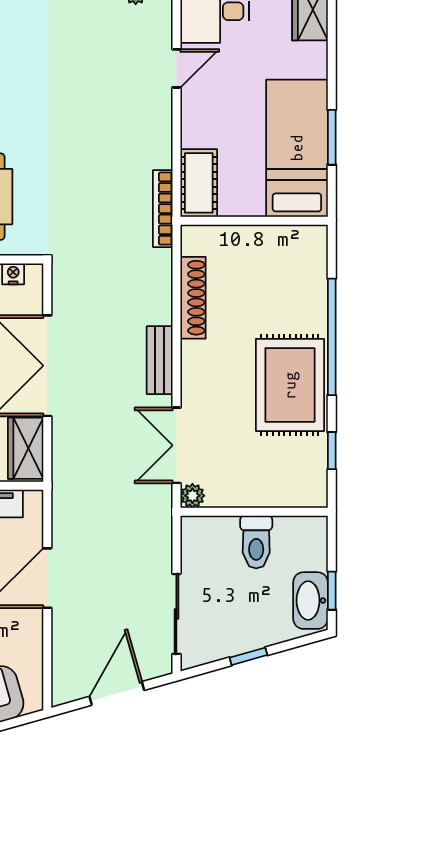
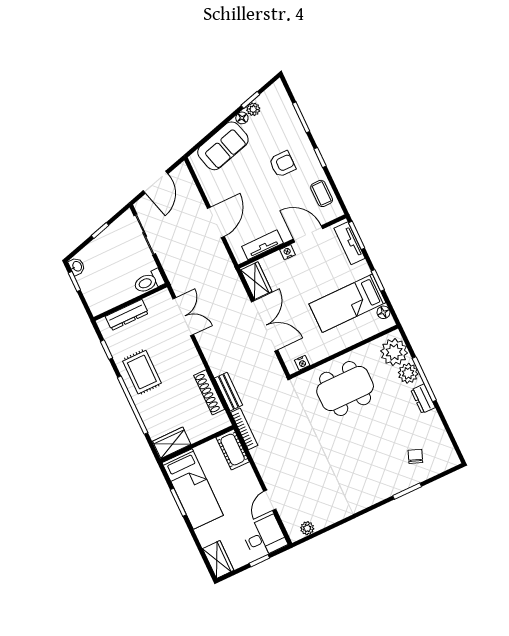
wardrobe: (296, 242) -> (172, 443), added
bench: (160, 360) -> (229, 392), moved
rug: (290, 385) -> (142, 372), width x0.73, depth x0.70
dresser: (270, 493) -> (127, 315), added
plant: (192, 496) -> (164, 296), removed
toilet: (256, 542) -> (149, 282), moved, turned -90
washbasin: (310, 601) -> (77, 266), width x0.52, depth x0.69

